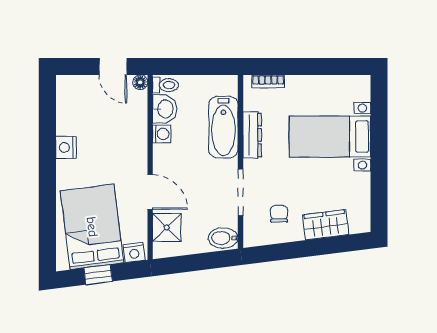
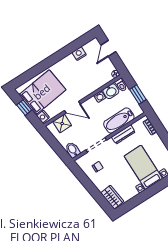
door: (113, 67) -> (108, 48), moved
window: (200, 67) -> (138, 94), added
nightstand: (66, 147) -> (79, 54), moved
door: (150, 192) -> (72, 107), hinge flipped
wardrobe: (326, 225) -> (112, 197), moved

